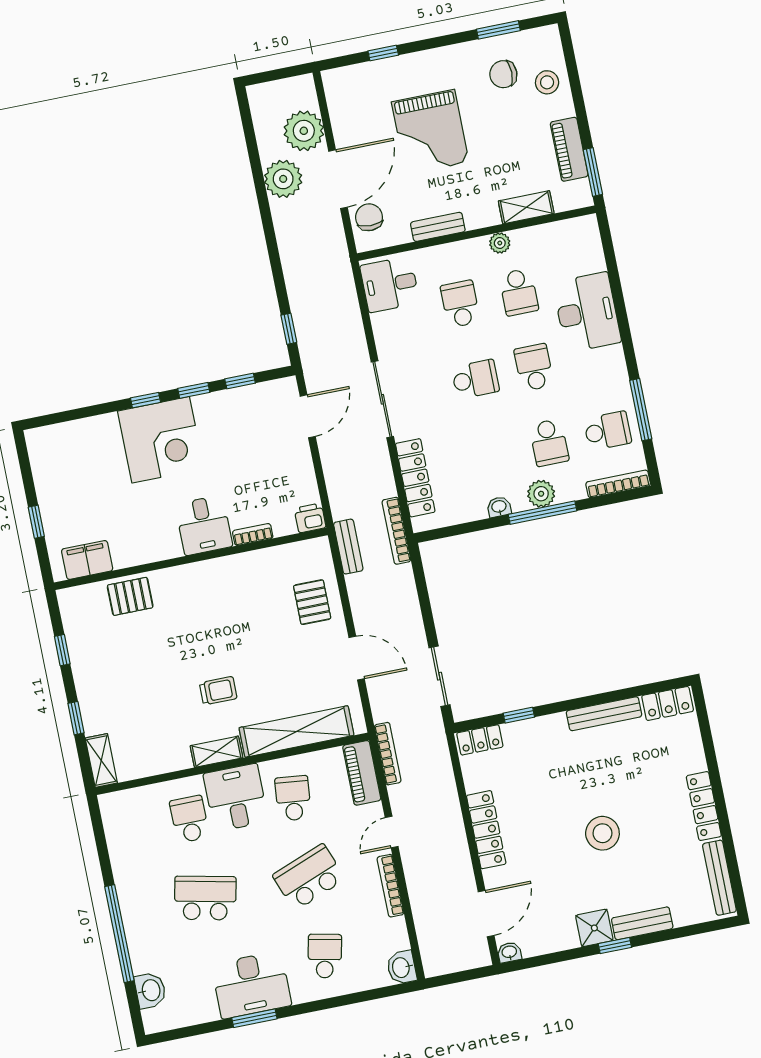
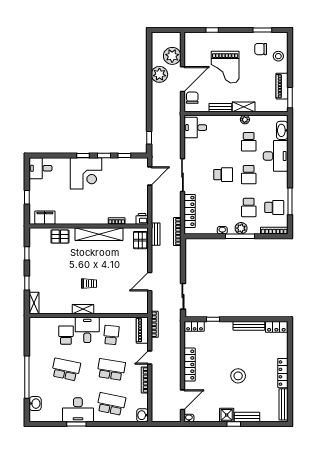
shelving: (526, 207) -> (244, 107), moved
washbasin: (590, 251) -> (282, 130), added
school desk: (460, 304) -> (223, 142), removed
school desk: (534, 367) -> (249, 175), turned 180
desk: (204, 525) -> (40, 168), moved, turned 90
pallet: (312, 602) -> (140, 240), moved
door: (357, 658) -> (150, 282), swing flipped
shelving: (296, 731) -> (99, 234), moved
school desk: (309, 877) -> (111, 369), turned 30
school desk: (325, 956) -> (111, 404), width x1.85

